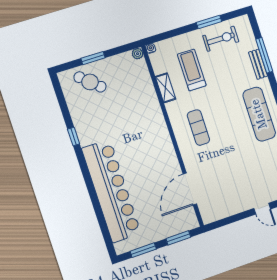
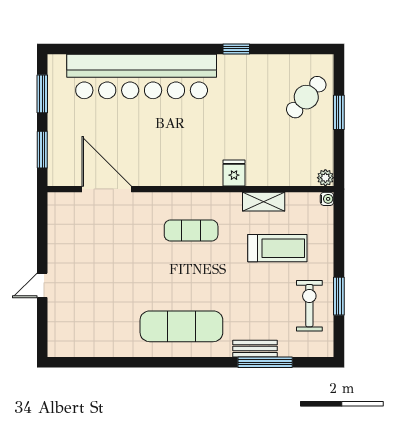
exercise bike: (221, 39) -> (309, 306), turned 180
fridge: (154, 112) -> (234, 173), added

